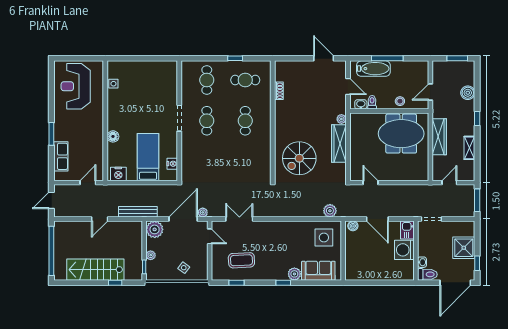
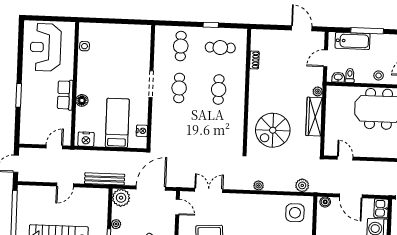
door: (348, 86) -> (326, 58), swing flipped
row of seats: (61, 156) -> (65, 95), moved, turned 180
plant: (203, 212) -> (259, 185), moved

